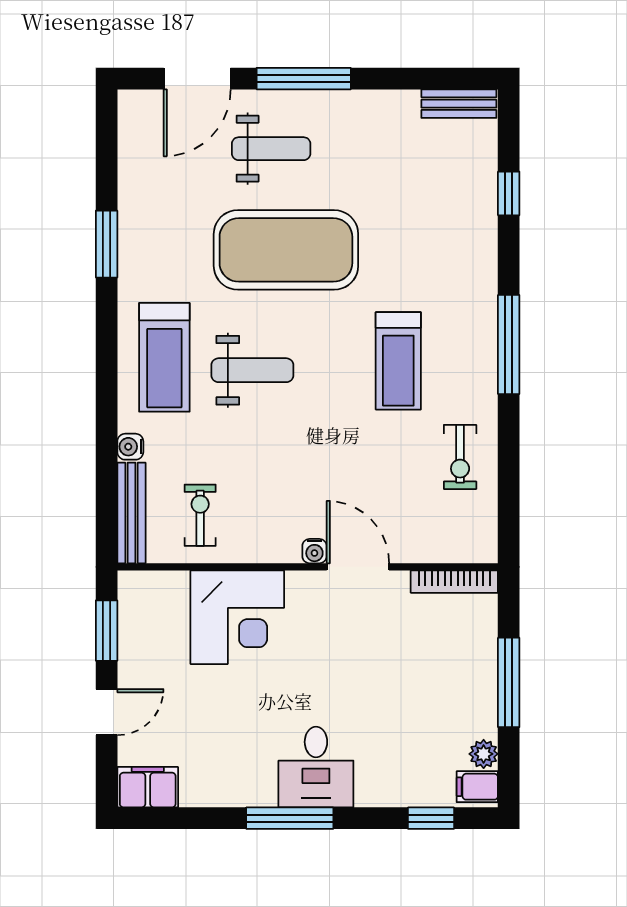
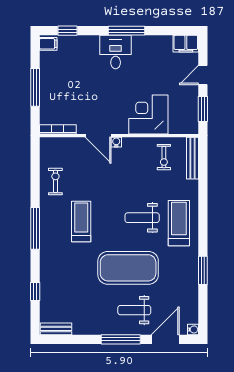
water cooler: (130, 447) -> (193, 329), moved
plant: (484, 754) -> (46, 57), removed

